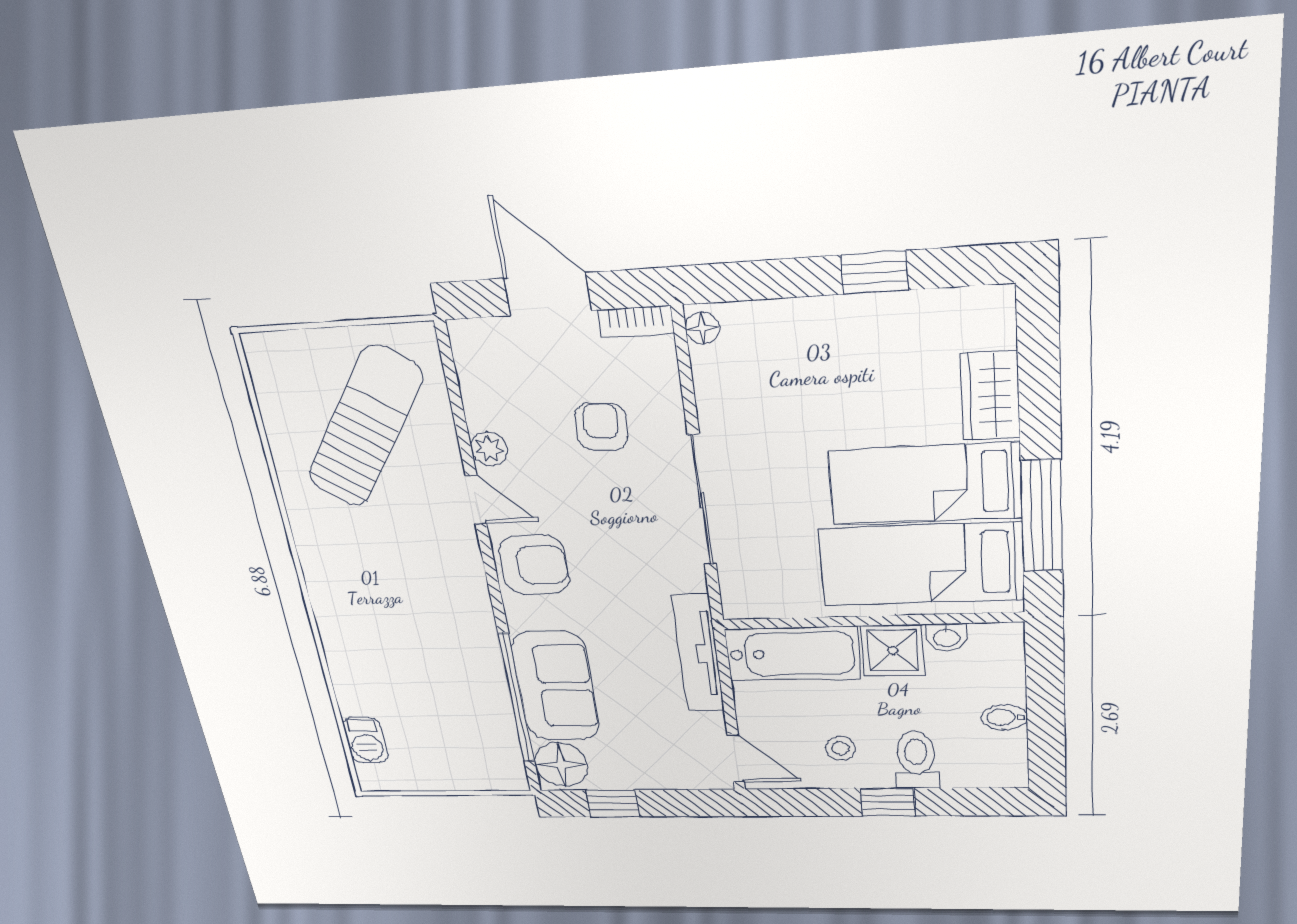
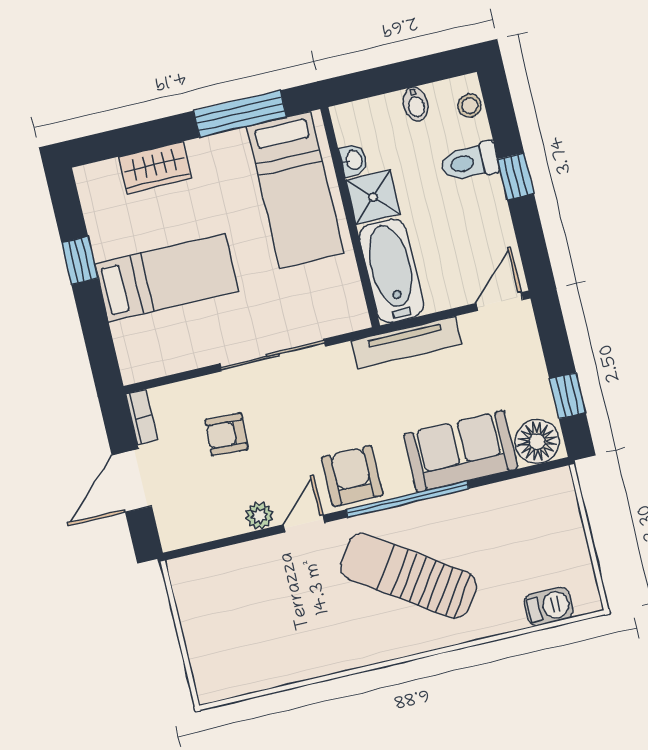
floor lamp: (702, 328) -> (138, 370), removed
sun lounger: (365, 427) -> (408, 576), moved
bed: (925, 484) -> (167, 278), moved, turned -90
window: (517, 698) -> (407, 499), moved
stool: (840, 748) -> (470, 106), moved

